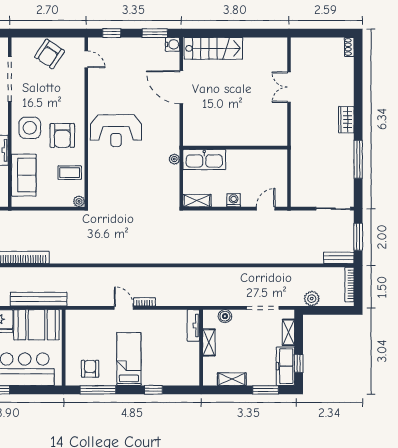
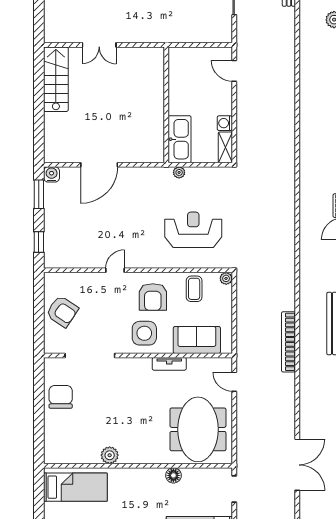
stairs: (213, 48) -> (56, 79), moved
door: (86, 59) -> (115, 270), moved
reception desk: (116, 131) -> (193, 230), moved, turned -90
armchair: (62, 135) -> (153, 297), turned 90
washing machine: (234, 200) -> (225, 123), moved

